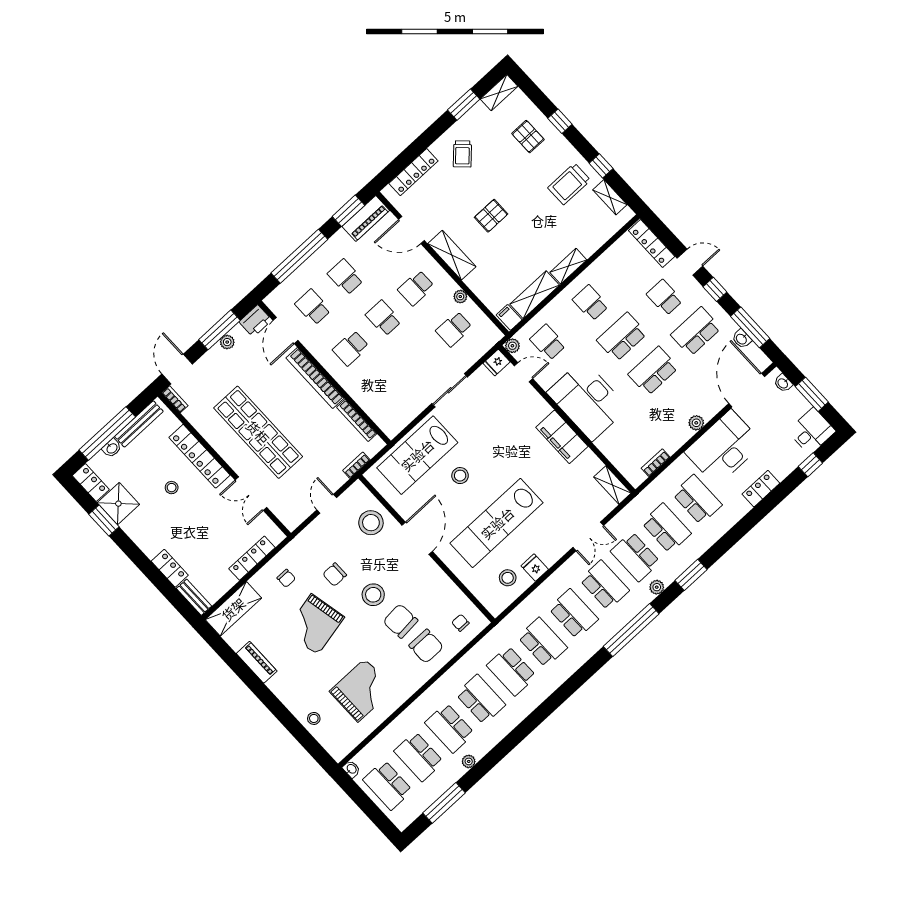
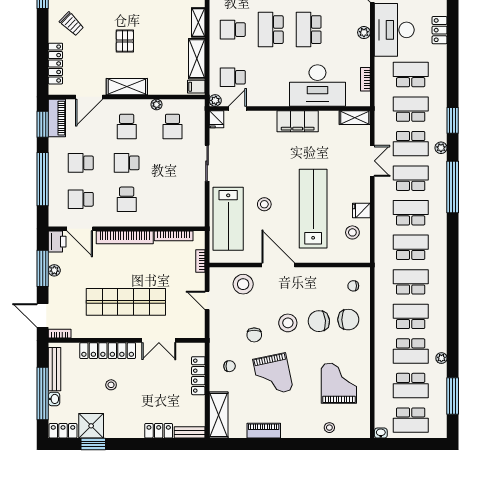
desk: (587, 400) -> (317, 86), moved
lab bench: (497, 523) -> (313, 209), turned 180
school desk: (512, 671) -> (411, 282), turned 180

